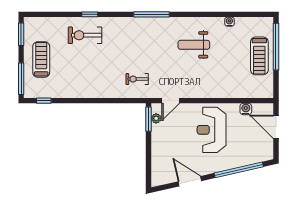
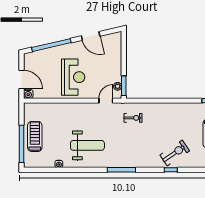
exercise bike: (85, 35) -> (175, 153), turned -34
weight bench: (194, 45) -> (87, 145), width x1.36, depth x1.33
water cooler: (246, 109) -> (28, 94), moved

